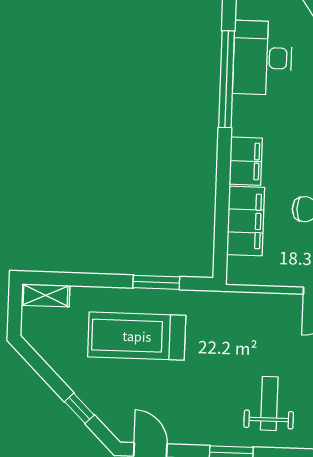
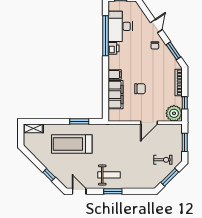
printer: (245, 110) -> (114, 48), added
filing cabinet: (246, 161) -> (115, 75), width x0.50
weight bench: (269, 403) -> (109, 175), moved, turned 90

